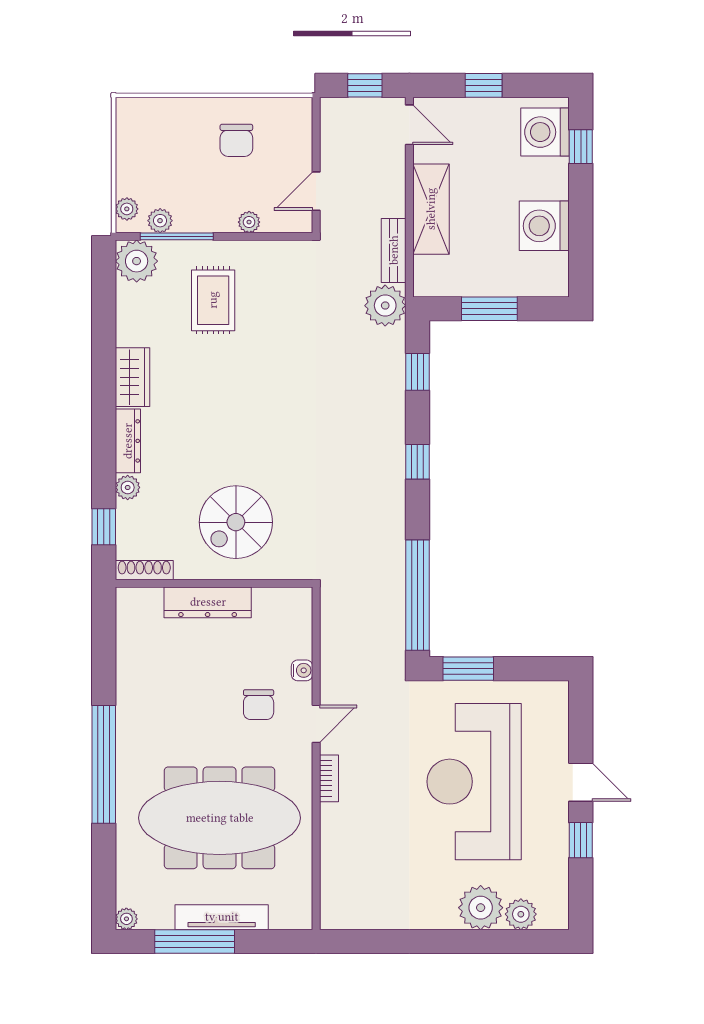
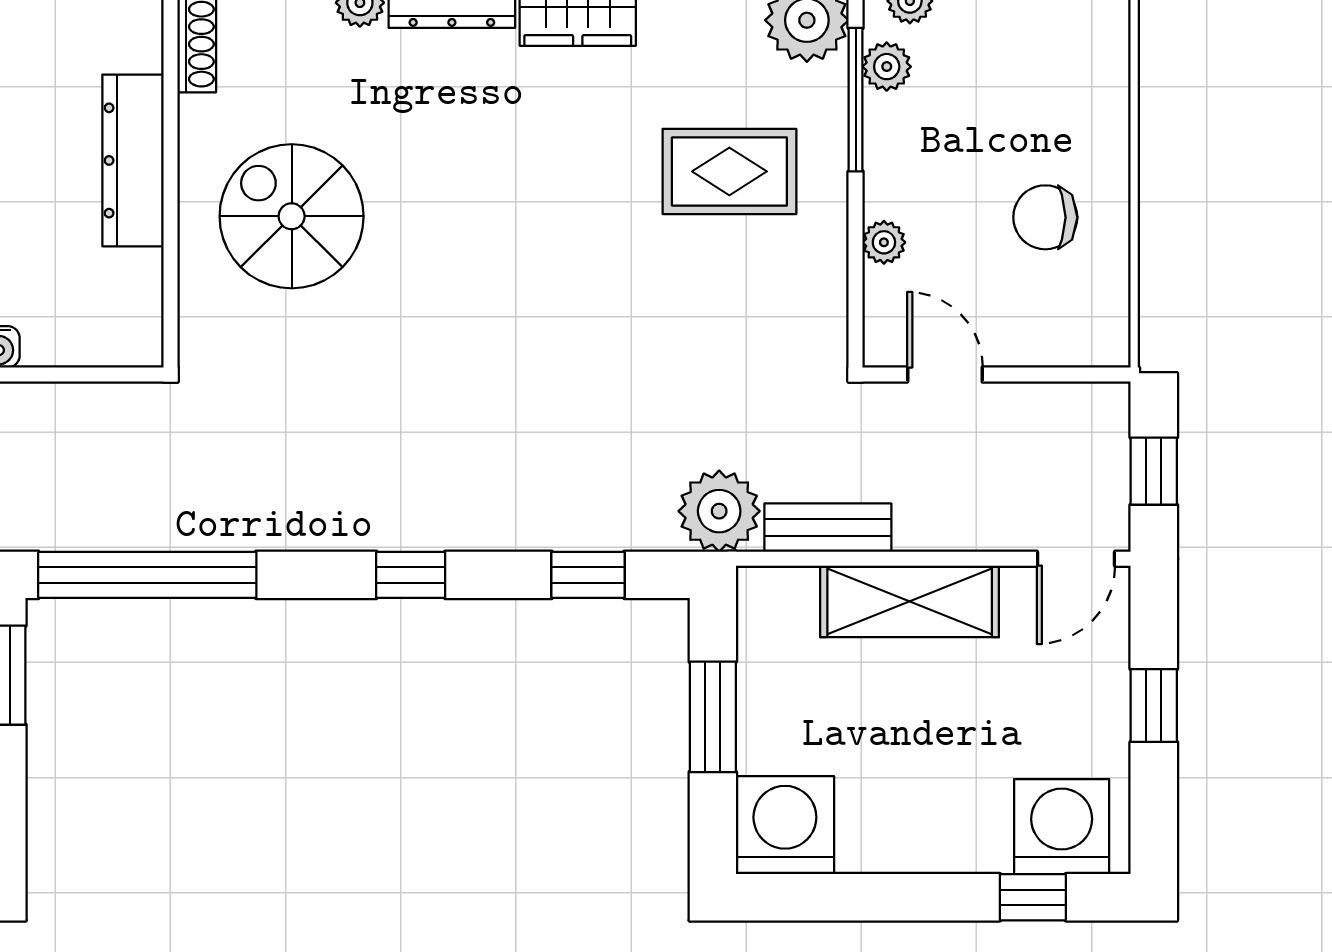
washing machine: (544, 226) -> (785, 825), moved

